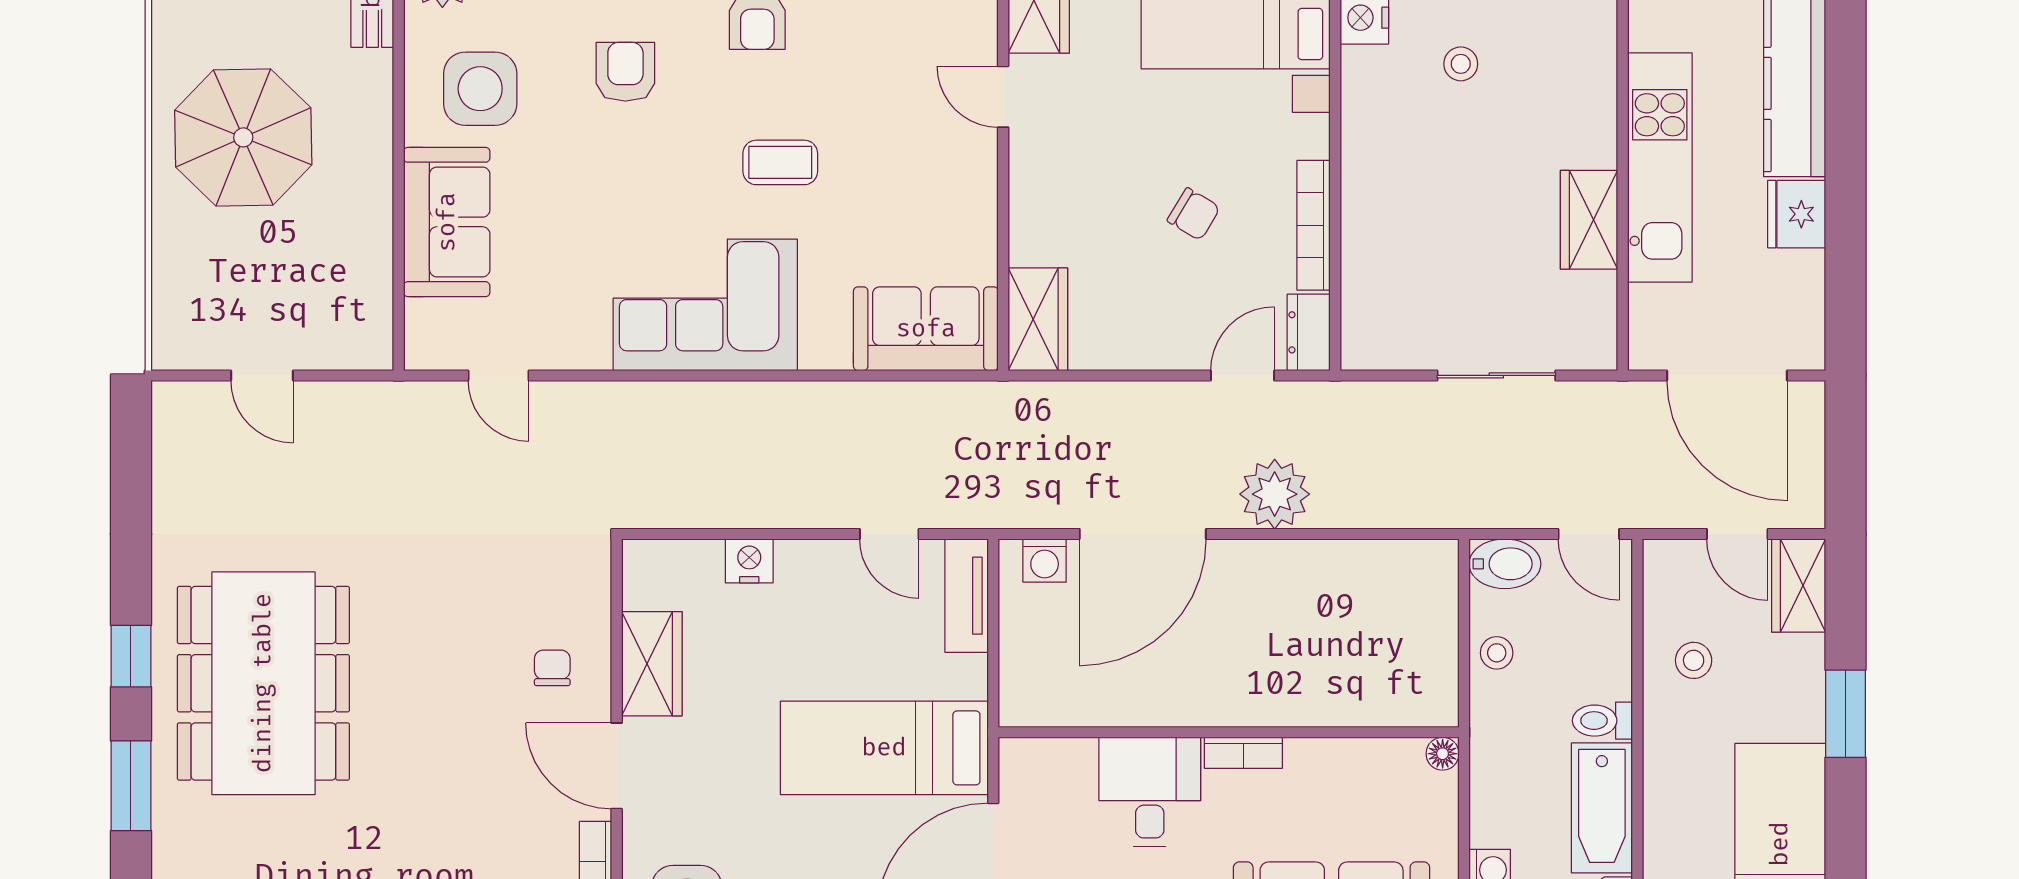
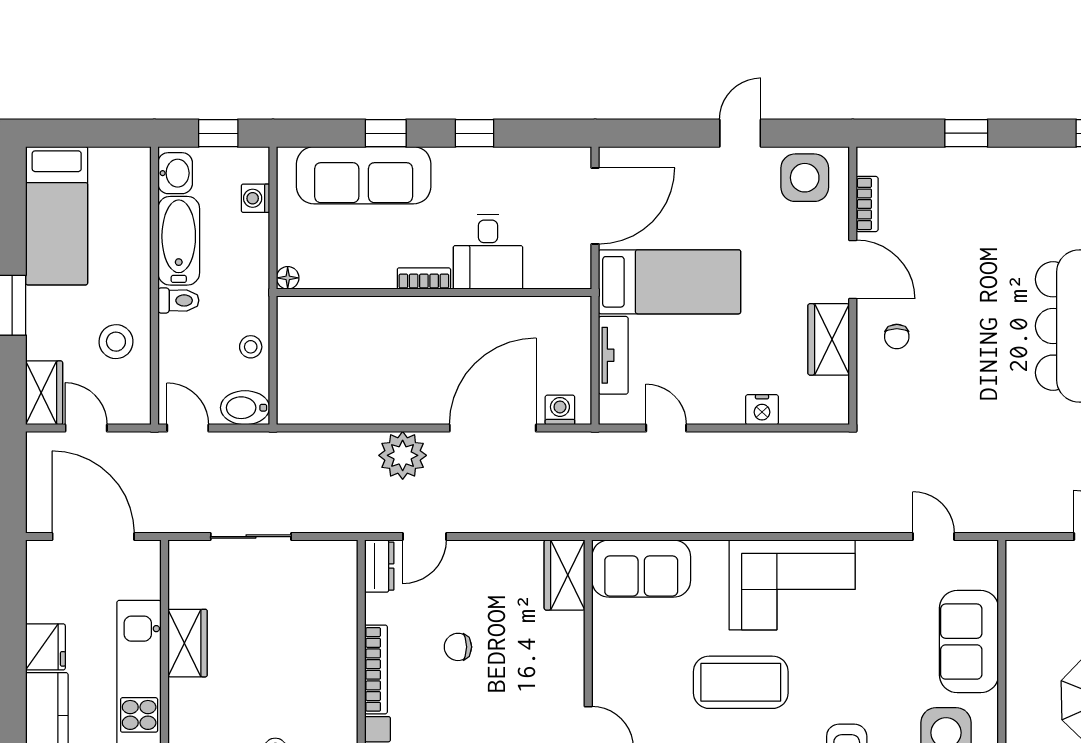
coffee table: (780, 162) -> (741, 682), width x1.86, depth x1.72
chair: (1194, 214) -> (458, 647), turned -31
bookcase: (1314, 225) -> (376, 669), moved
tv unit: (967, 596) -> (613, 355), moved
stool: (1694, 660) -> (116, 342), width x1.37, depth x1.37

